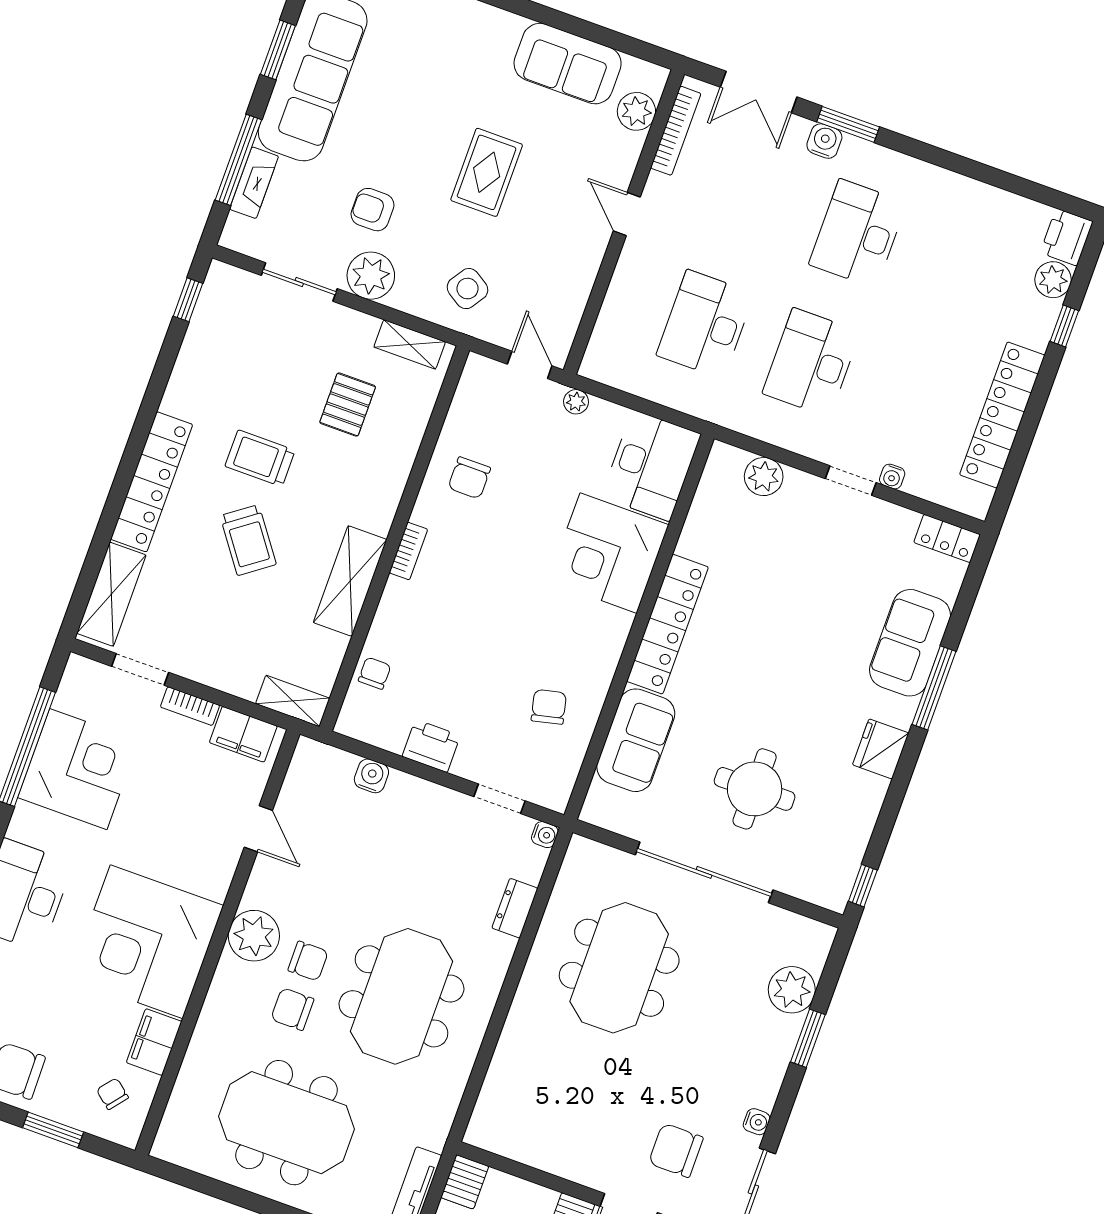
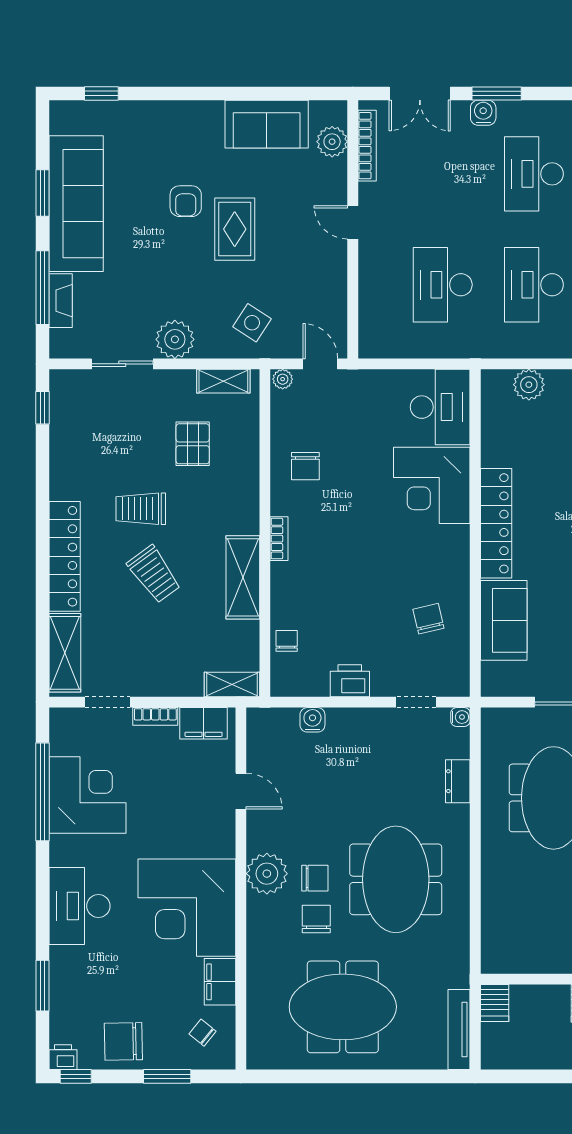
armchair: (373, 210) -> (186, 201), moved, turned -90
plant: (576, 402) -> (283, 379), moved
chair: (292, 1009) -> (316, 919), turned 90

